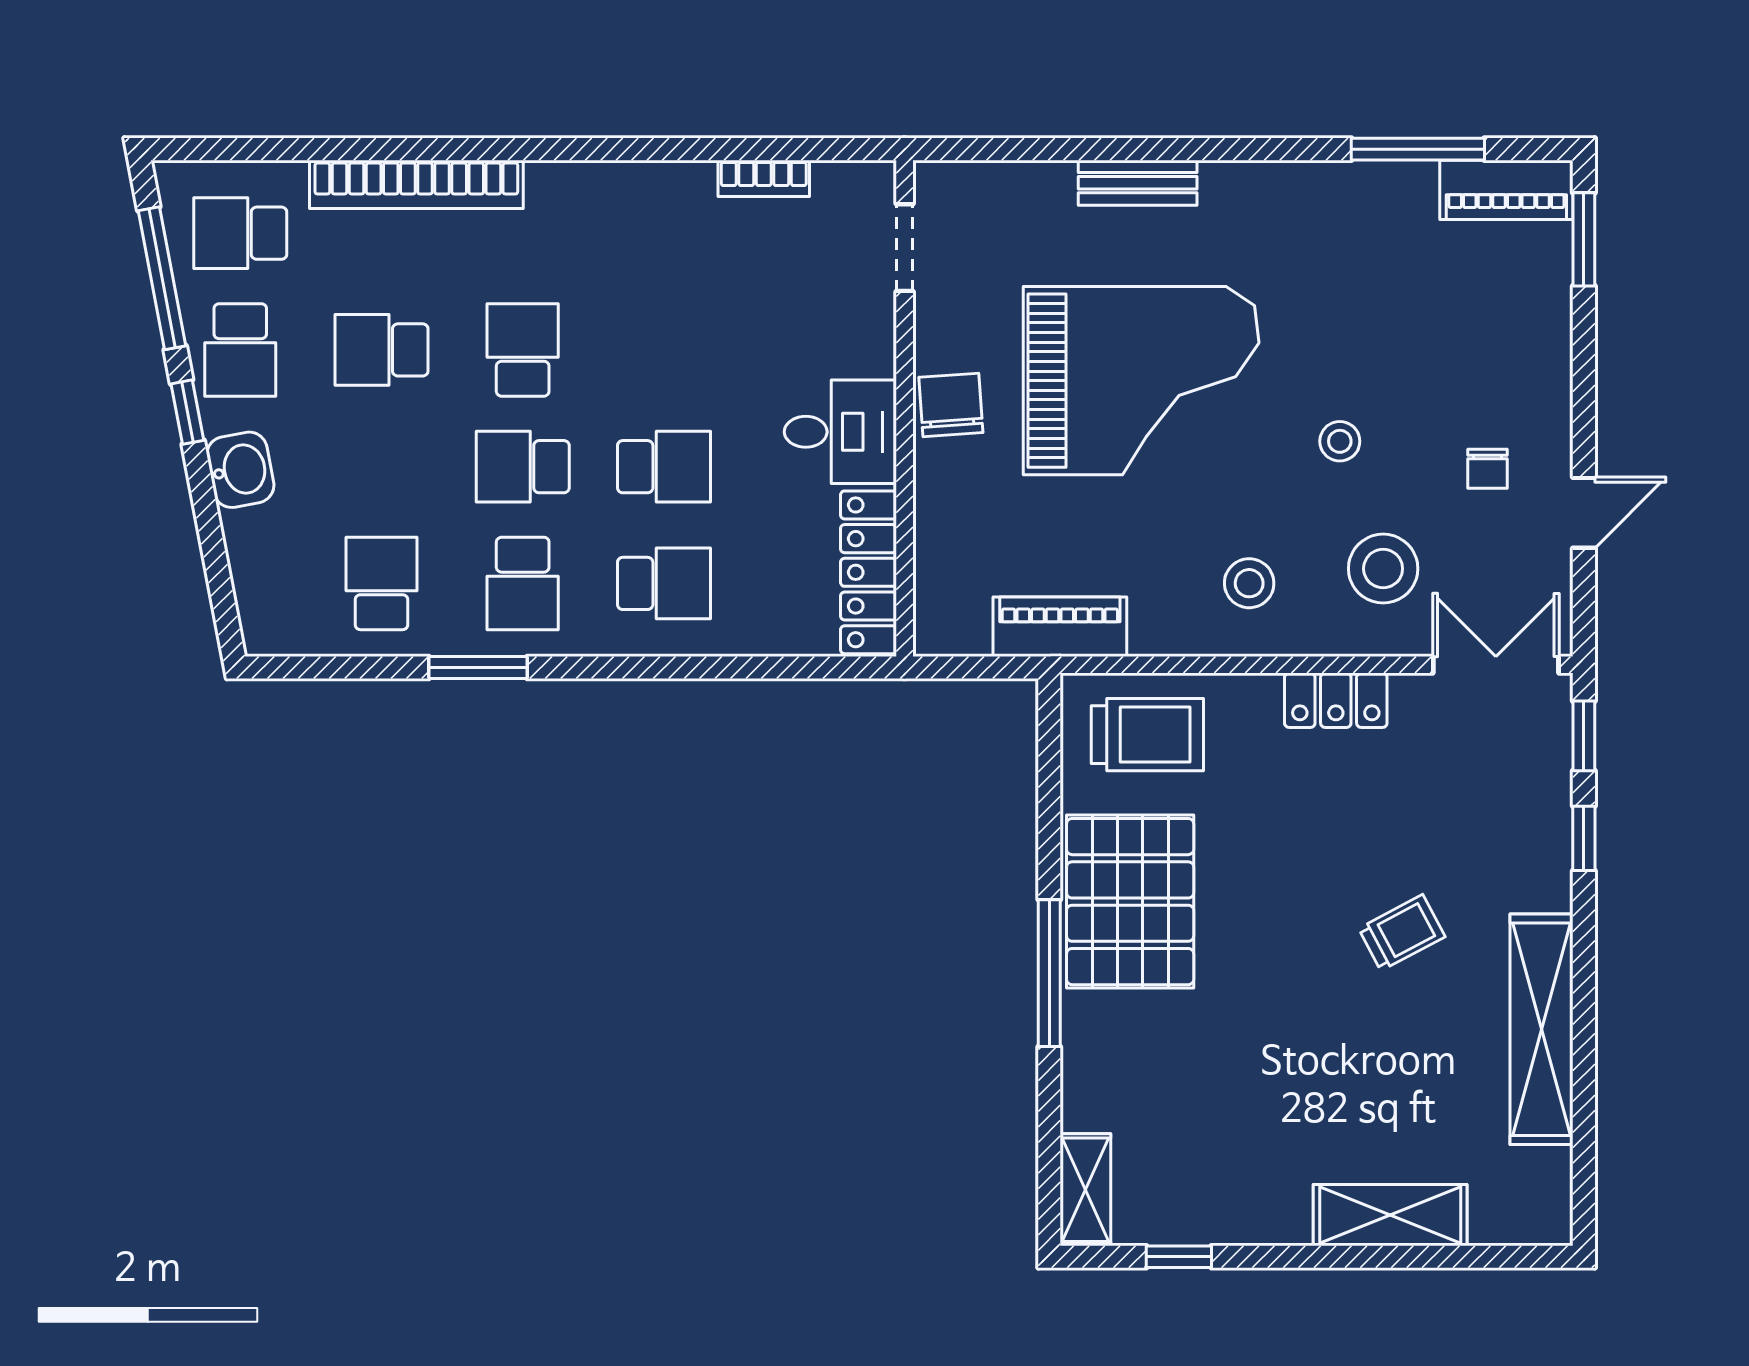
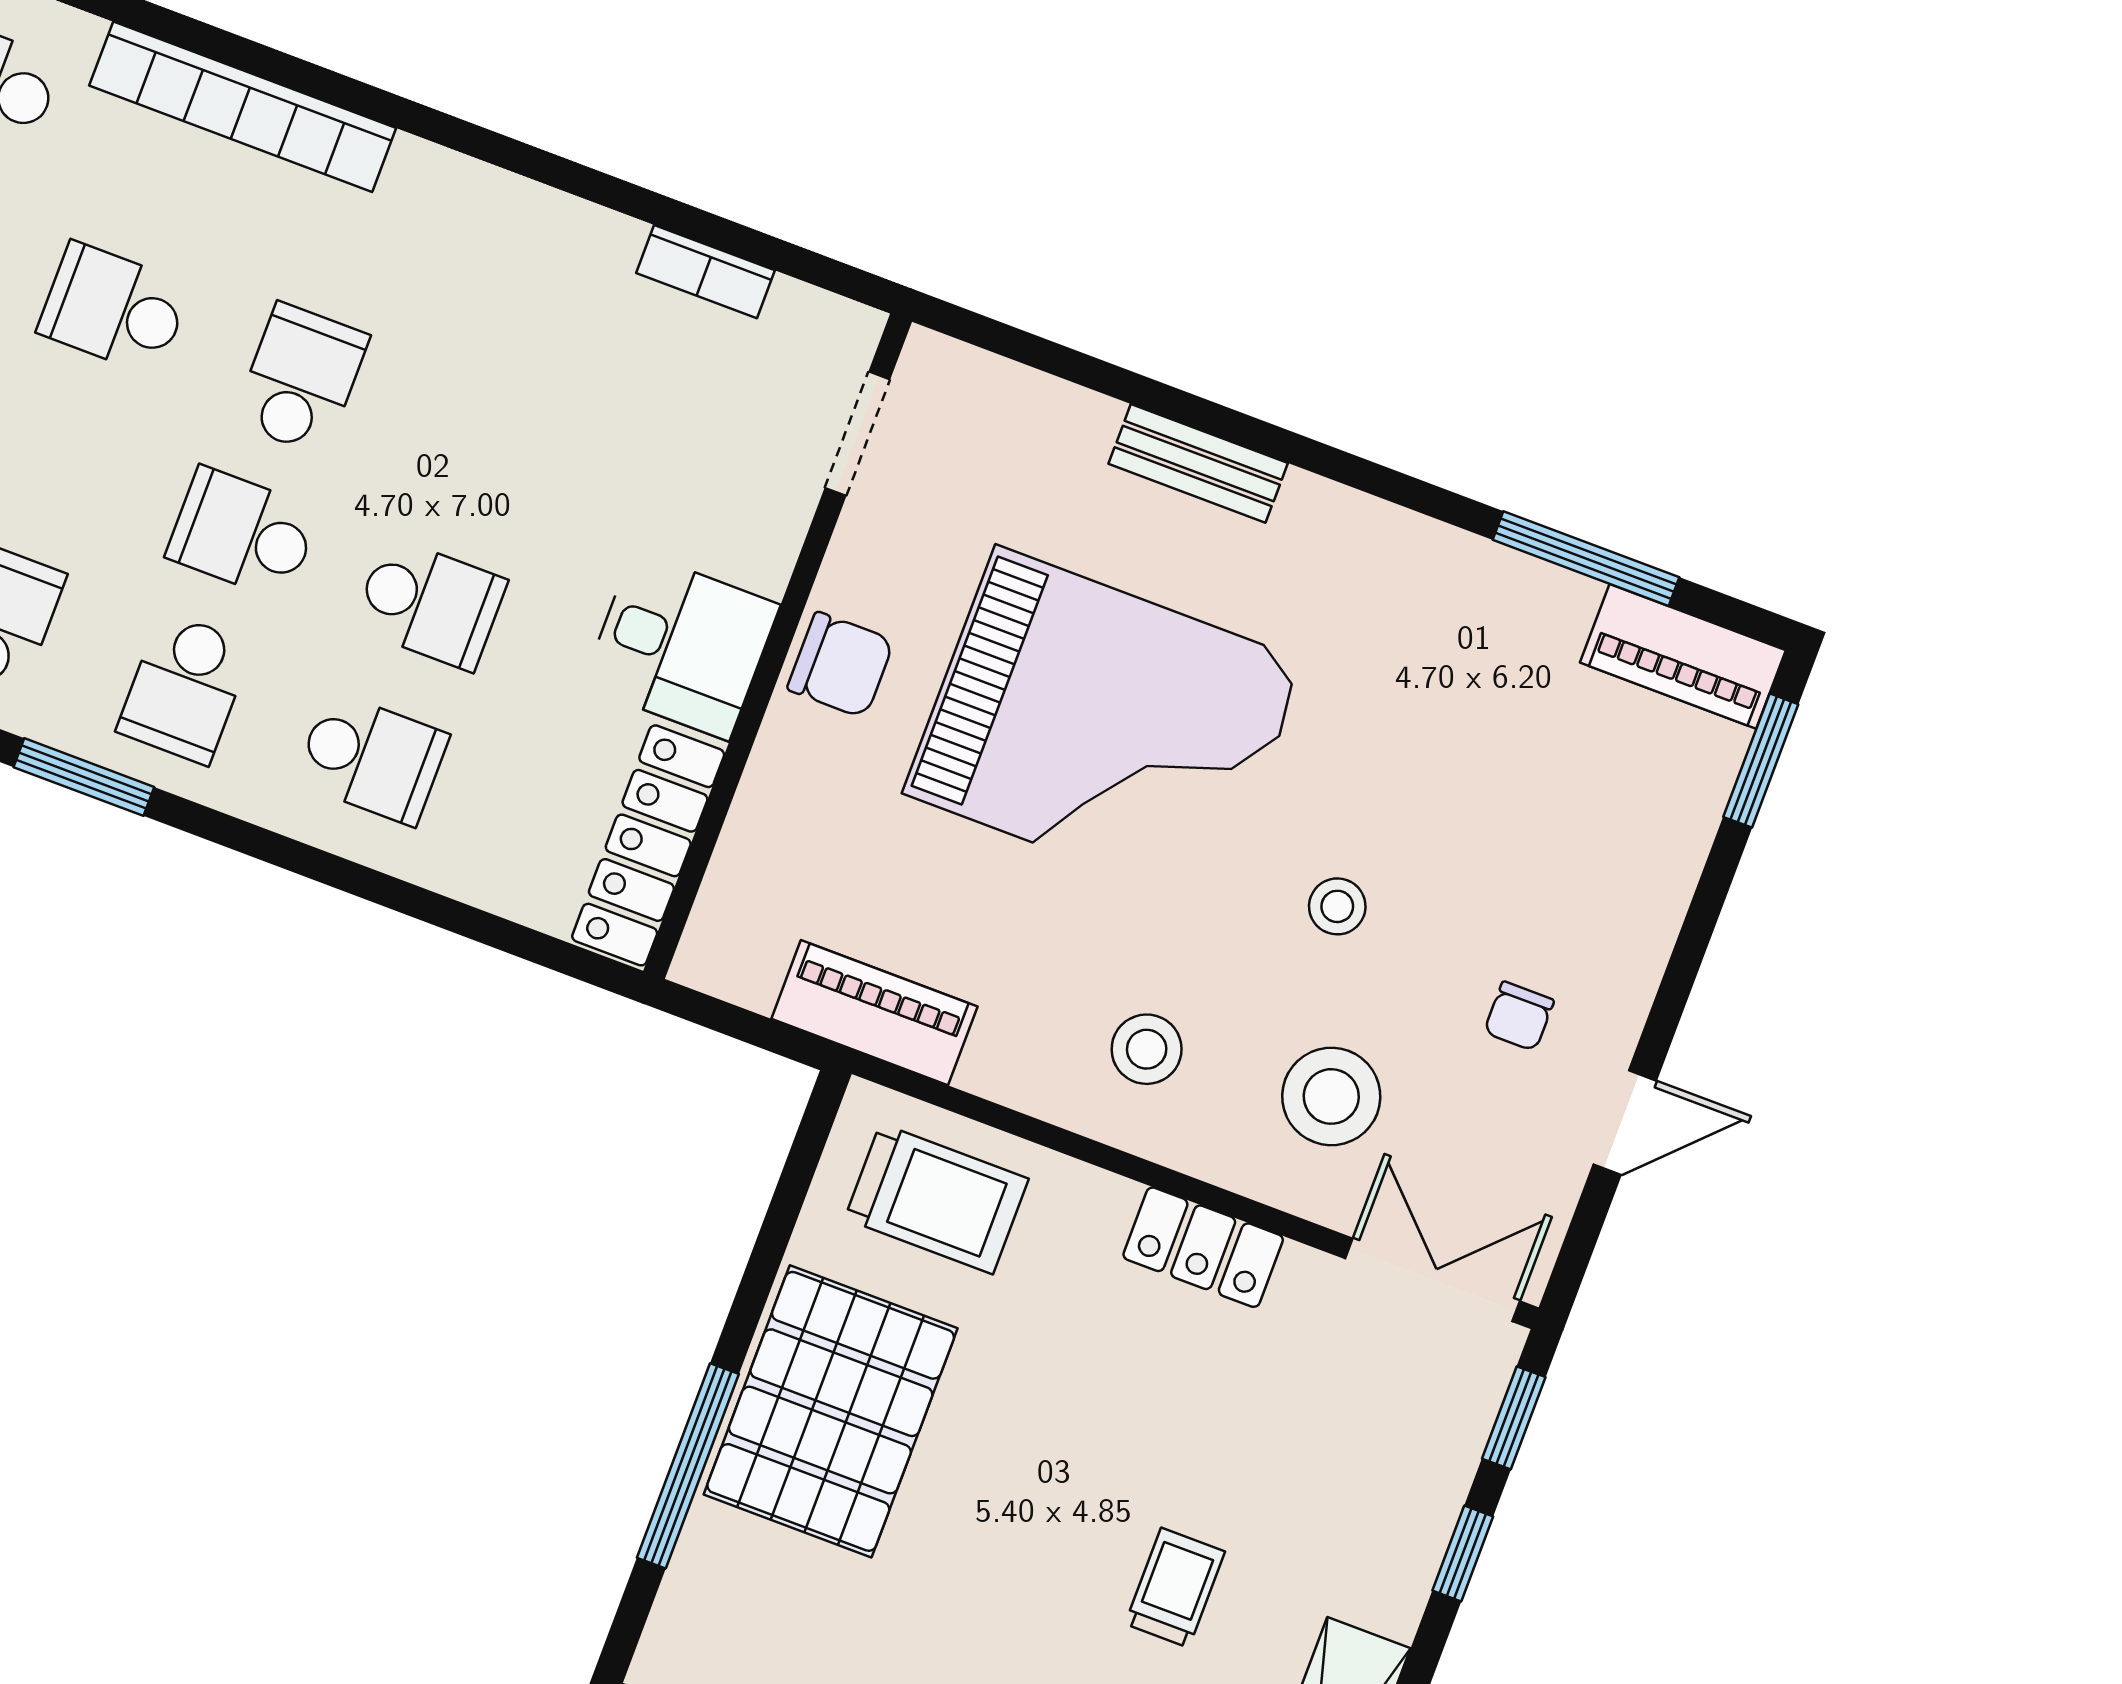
chair: (951, 405) -> (841, 665), turned 94
trolley: (1402, 933) -> (1175, 1588), turned -62

